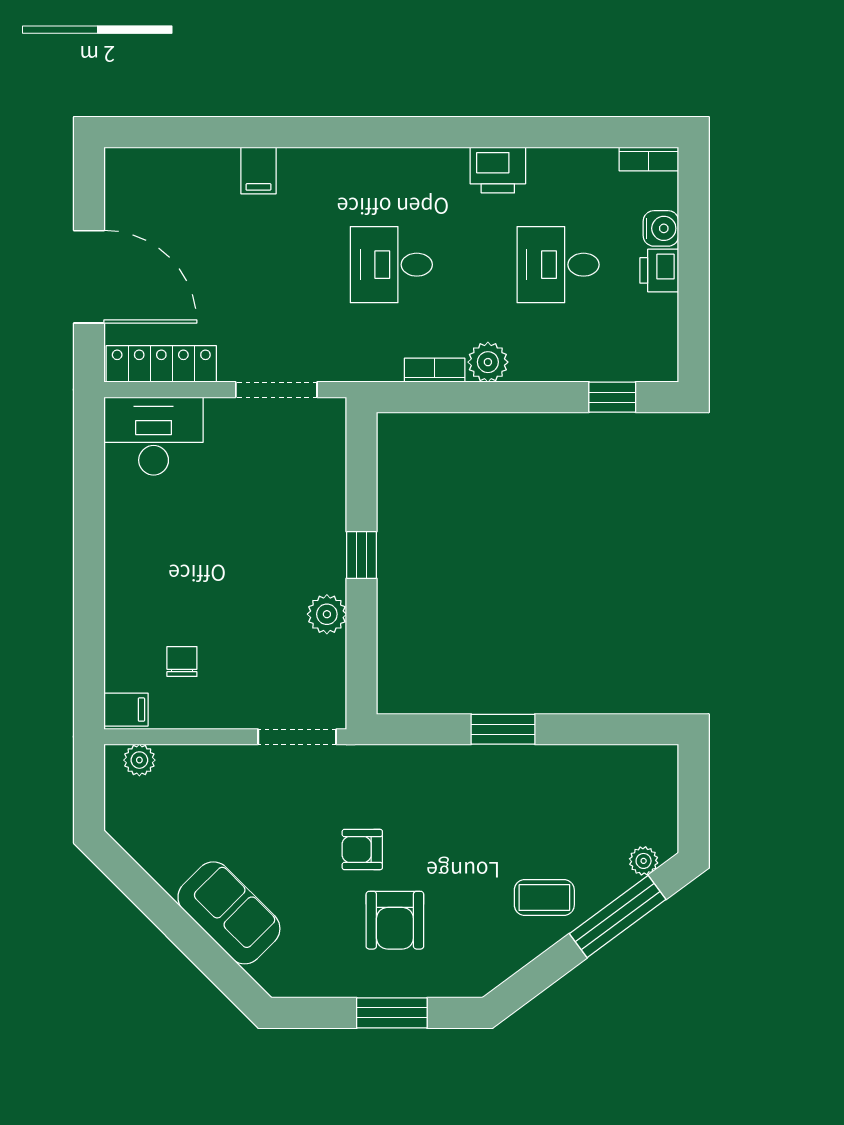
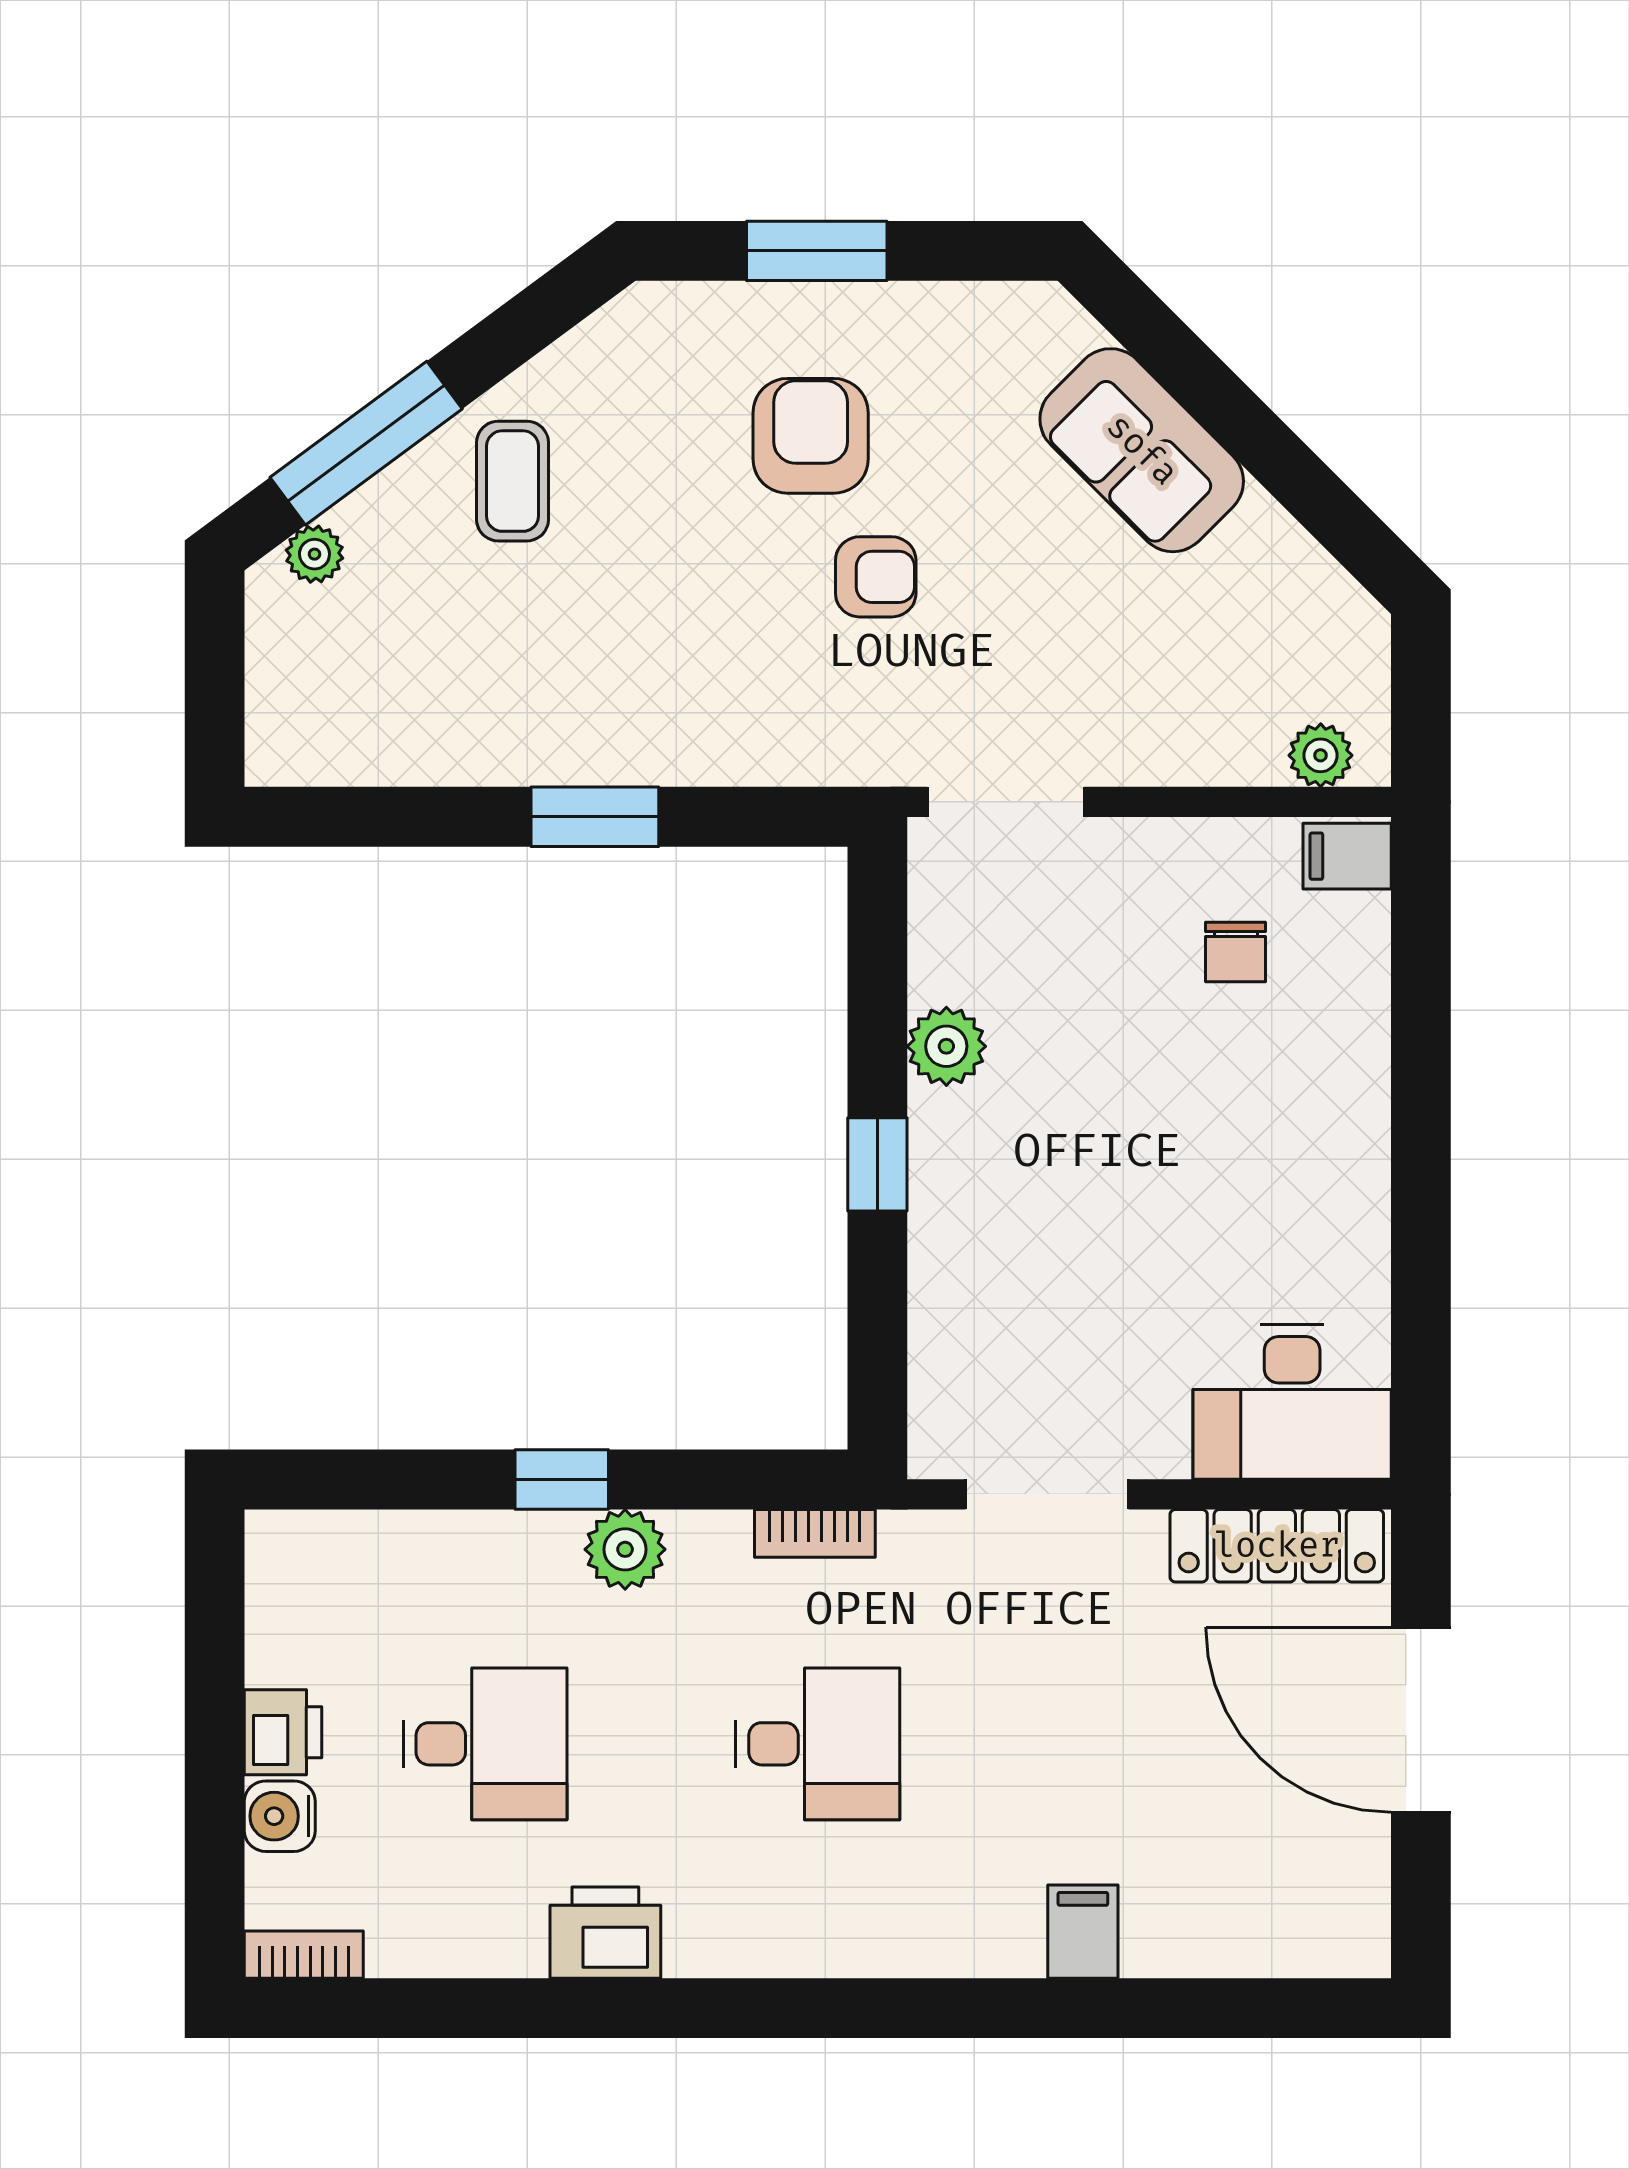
bookcase: (435, 370) -> (815, 1533), moved
window: (612, 397) -> (562, 1479), moved
coffee table: (544, 897) -> (513, 481), turned 90

